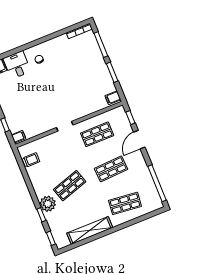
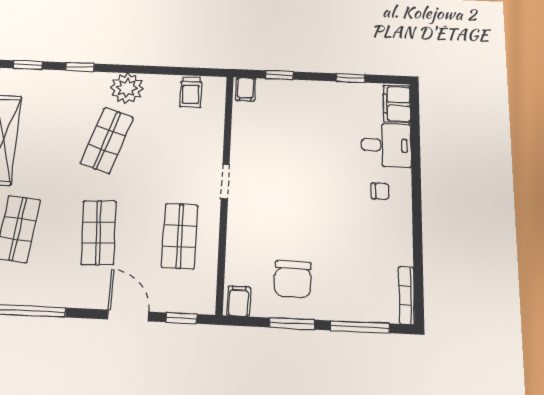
chair: (94, 80) -> (293, 279), added
shop shelf: (70, 186) -> (107, 140), turned 36
plant: (48, 204) -> (127, 88), moved

